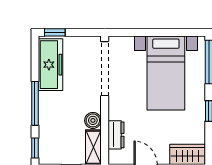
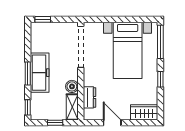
freezer: (51, 65) -> (40, 73), moved
window: (35, 103) -> (28, 74), width x0.69

